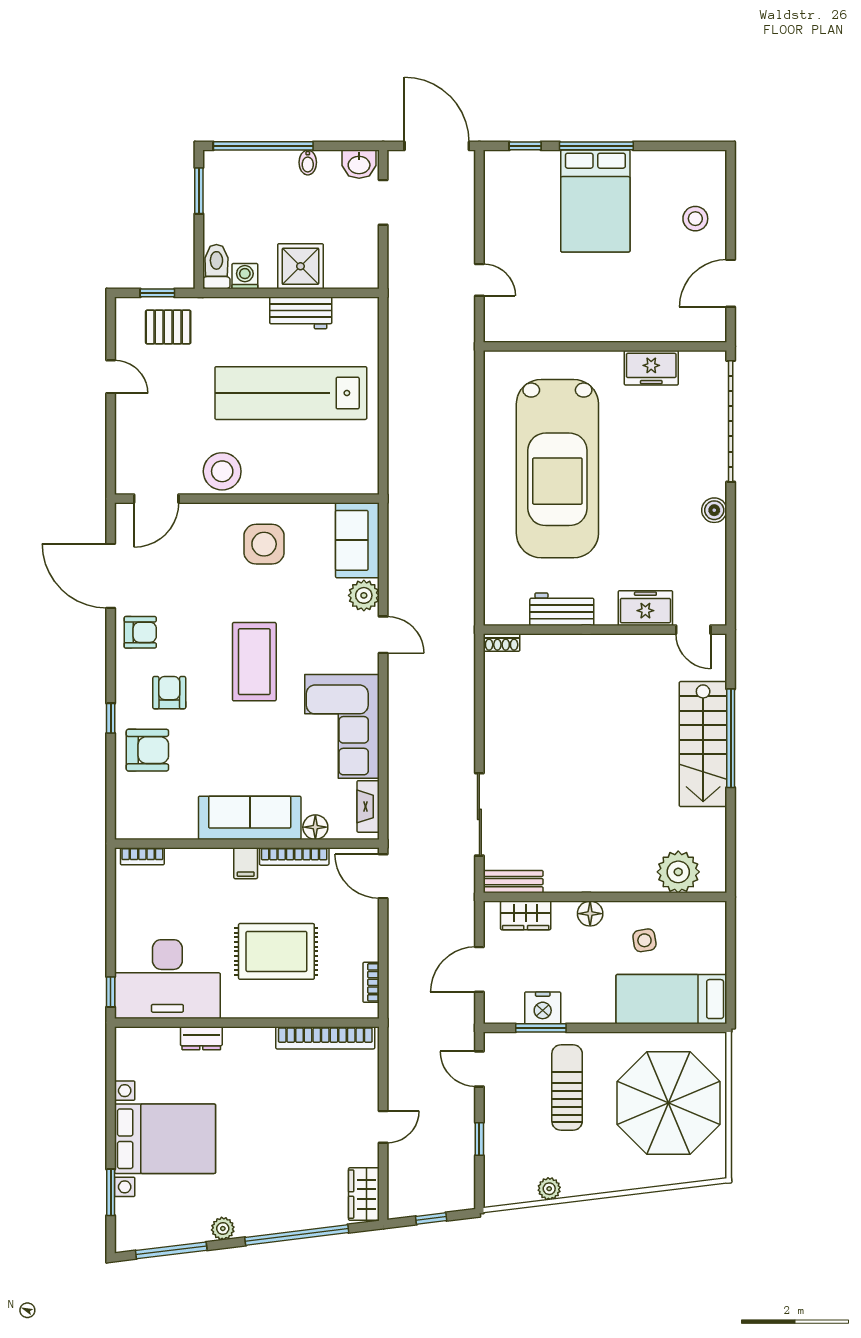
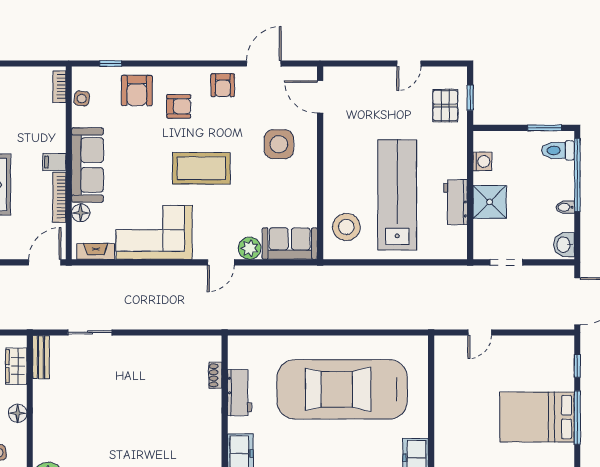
doorway: (383, 202) -> (506, 262), moved
toilet: (216, 267) -> (558, 150), moved, turned 180
stool: (222, 471) -> (346, 227), moved
side table: (264, 544) -> (279, 144), moved
door: (111, 576) -> (264, 64), width x0.73
shoe rack: (502, 643) -> (215, 375), moved
window: (111, 718) -> (111, 64), moved
sliding door: (479, 814) -> (90, 332), width x0.73
side table: (158, 826) -> (82, 98), added

